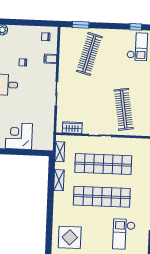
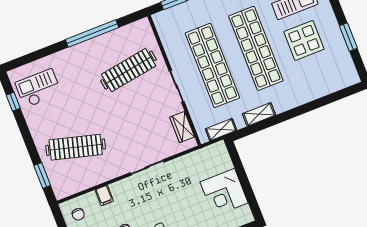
display table: (70, 237) -> (304, 40), moved

